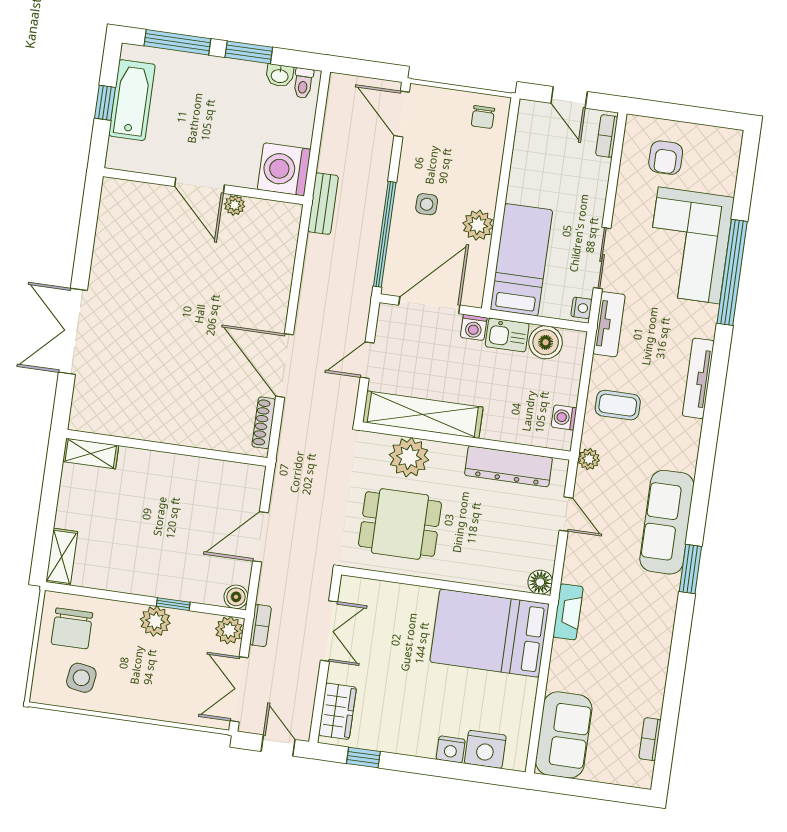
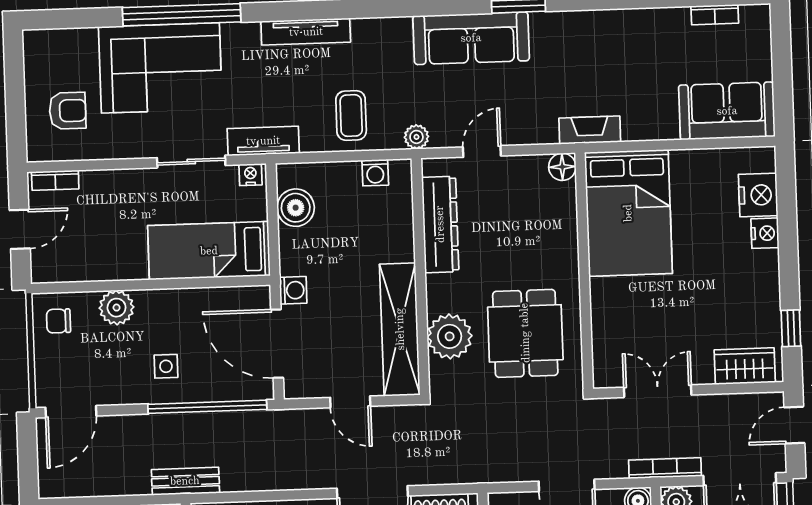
chair: (483, 117) -> (58, 321), turned 180
plant: (478, 225) -> (117, 308), moved
kitchen sink: (507, 335) -> (295, 252), removed
bookcase: (260, 626) -> (665, 468), width x1.56

